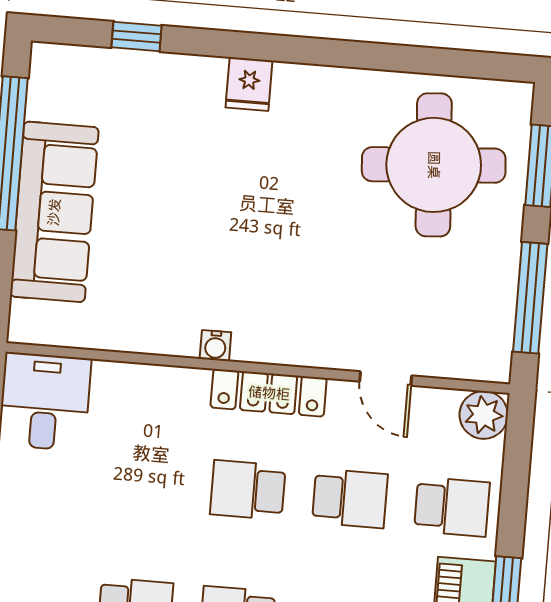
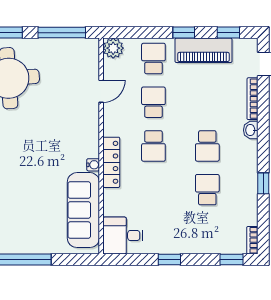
sofa: (54, 212) -> (83, 210), moved, turned -90
locker: (269, 393) -> (111, 162), moved

